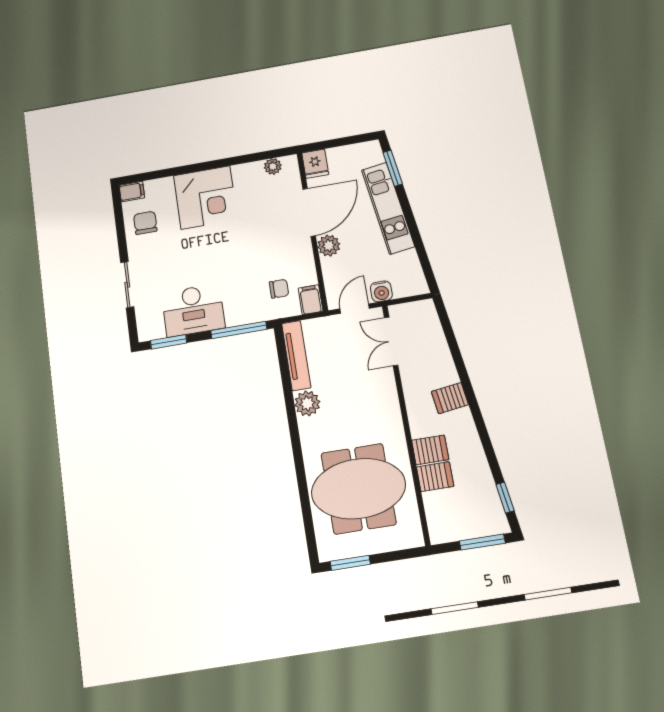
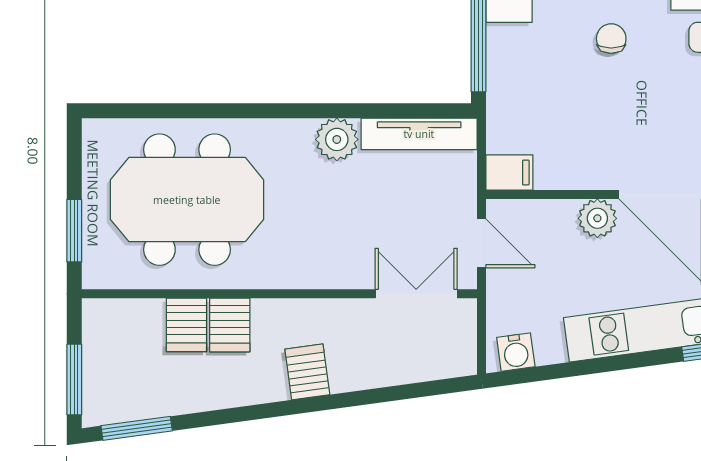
chair: (279, 289) -> (611, 39), moved, turned 180
water cooler: (381, 291) -> (516, 352), moved, turned -98
meeting table: (358, 489) -> (187, 200), turned 90
window: (505, 498) -> (137, 428), width x1.50
window: (350, 563) -> (74, 231), moved

